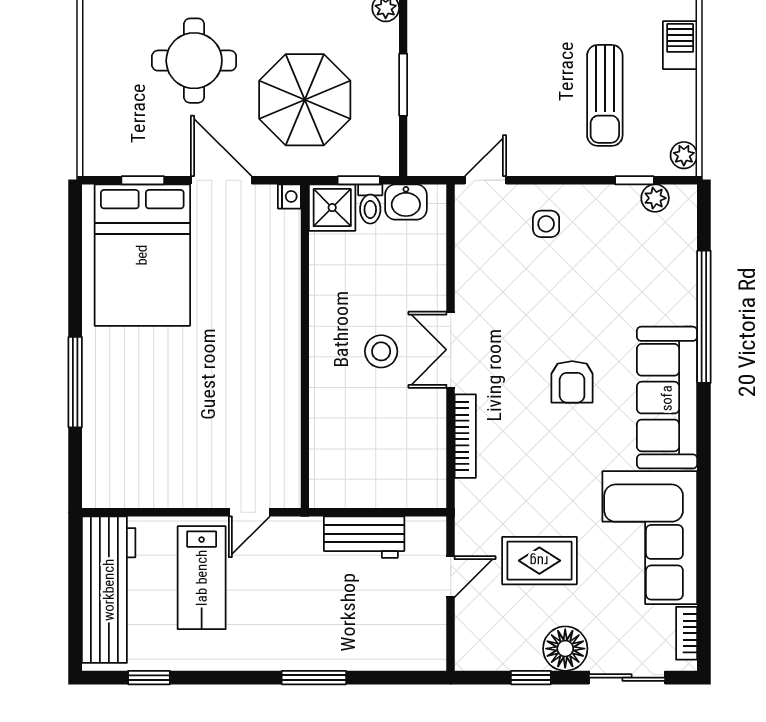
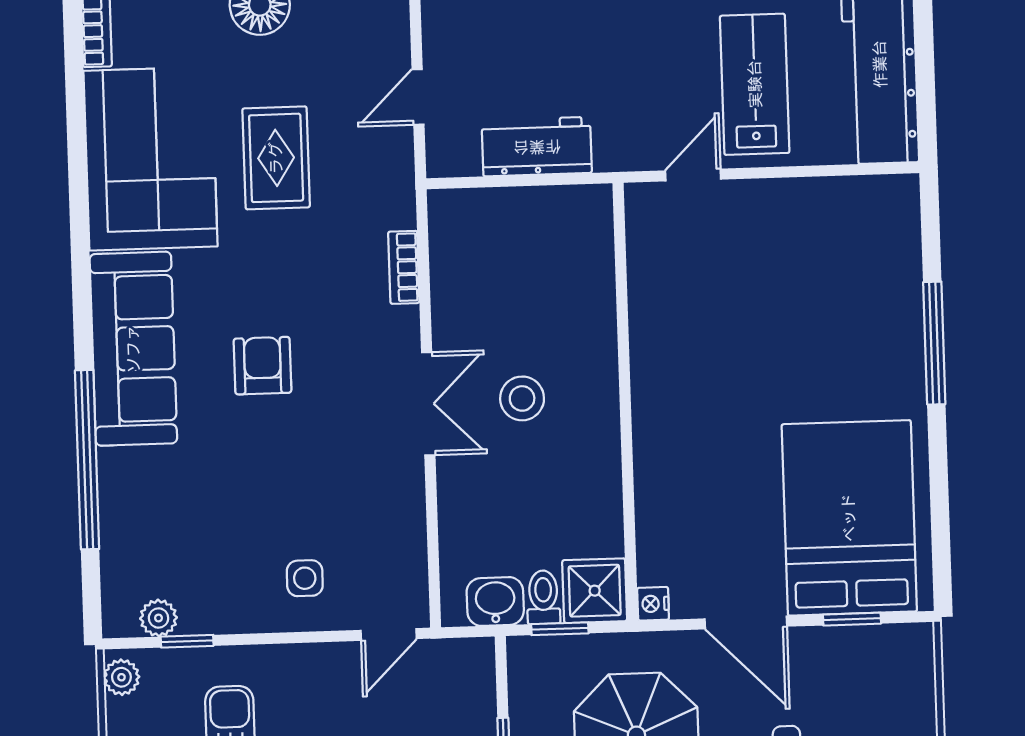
bookcase: (465, 436) -> (404, 267), width x0.64
rug: (539, 561) -> (276, 158), moved, turned 90

